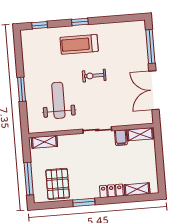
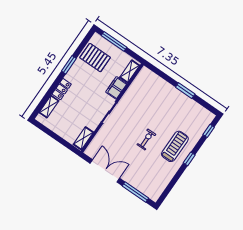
window: (21, 89) -> (185, 91), moved
weight bench: (58, 100) -> (149, 103), removed
filing cabinet: (121, 138) -> (116, 88), moved, width x2.00

